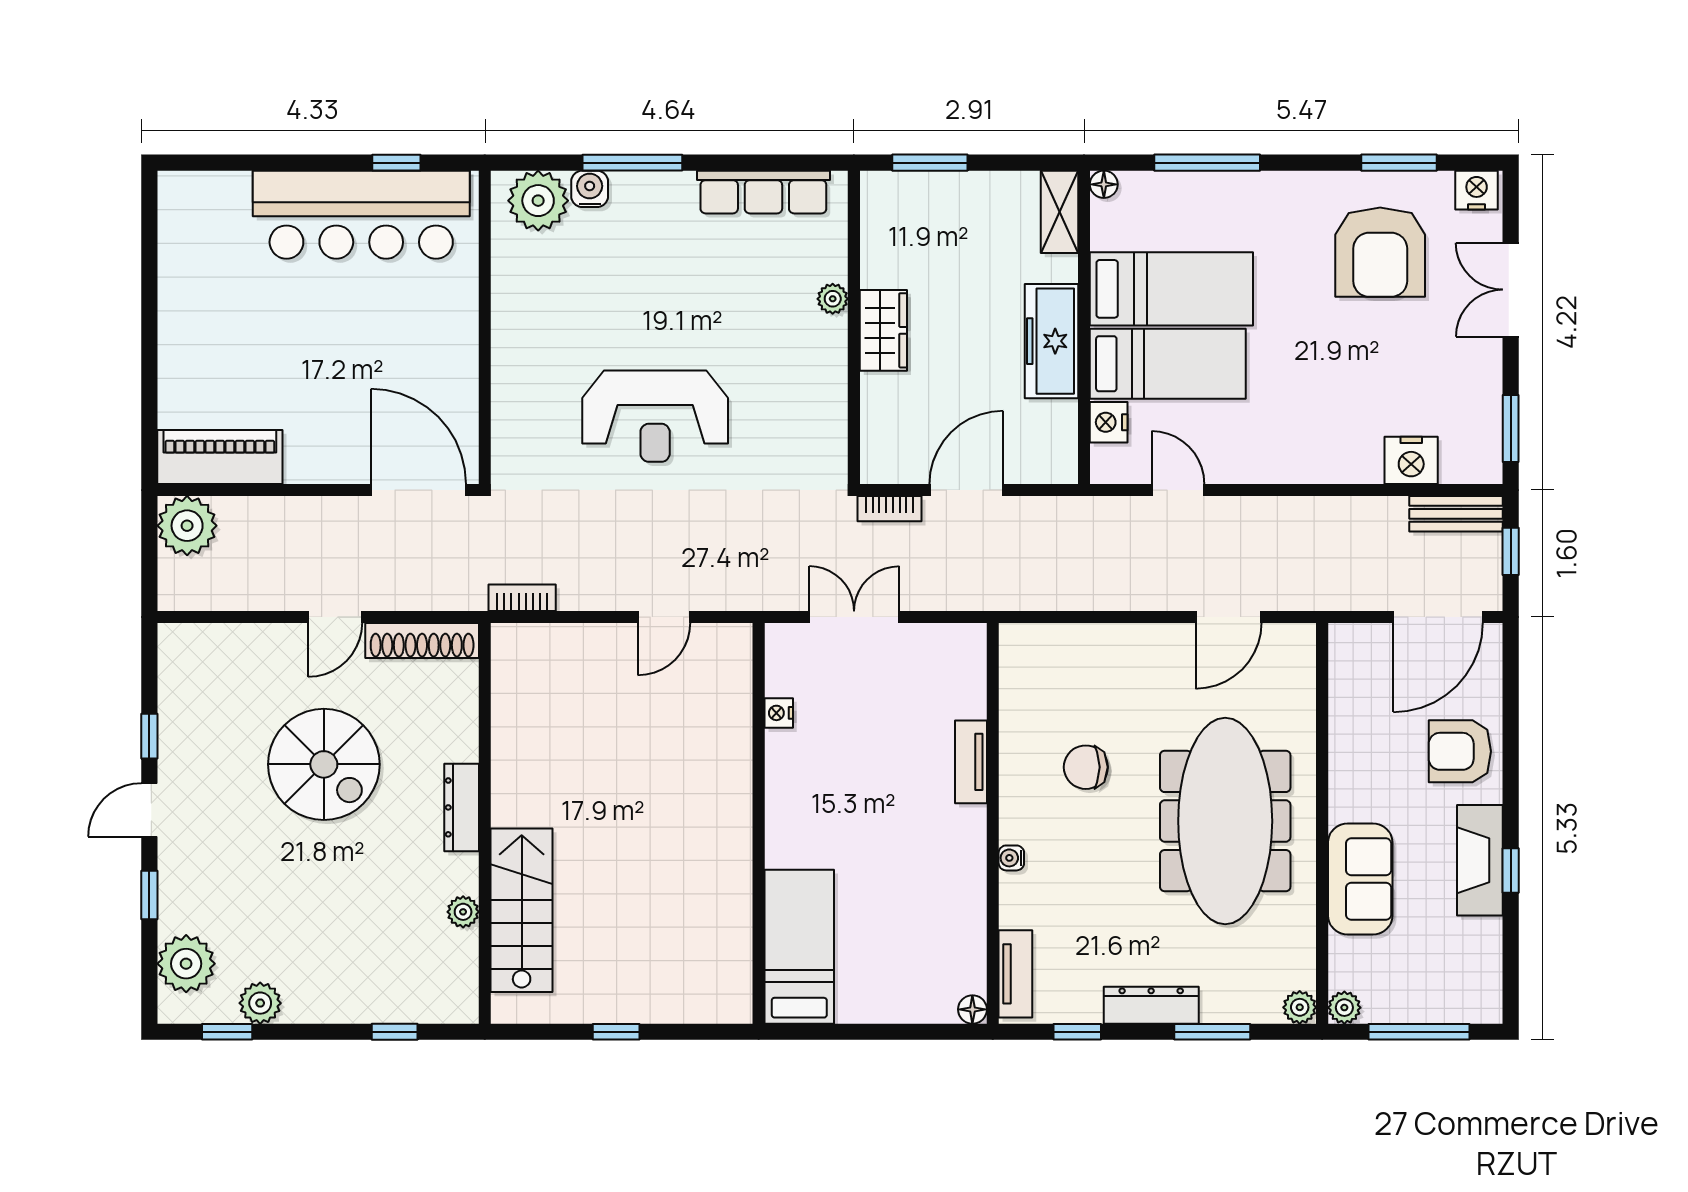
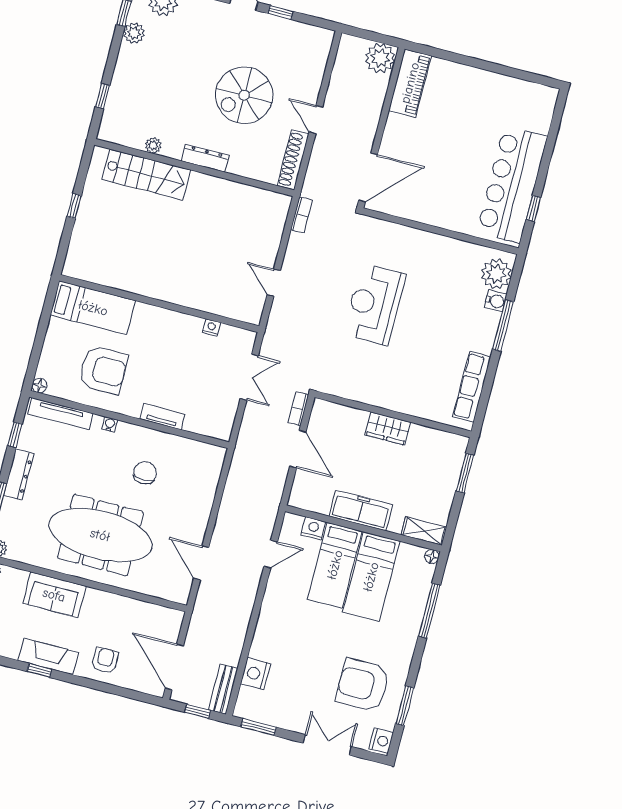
plant: (833, 299) -> (410, 407), removed
armchair: (1460, 751) -> (105, 660), width x0.72, depth x0.72
armchair: (912, 897) -> (103, 370), added
tv unit: (1015, 974) -> (60, 414), width x1.41

